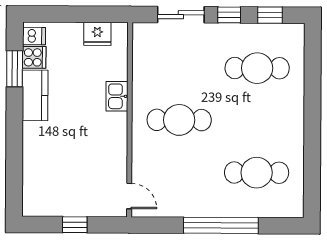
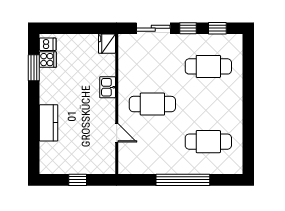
fridge: (97, 34) -> (107, 44), moved, turned 90
kitchen counter: (35, 95) -> (49, 123), moved
door: (129, 196) -> (117, 133), moved

